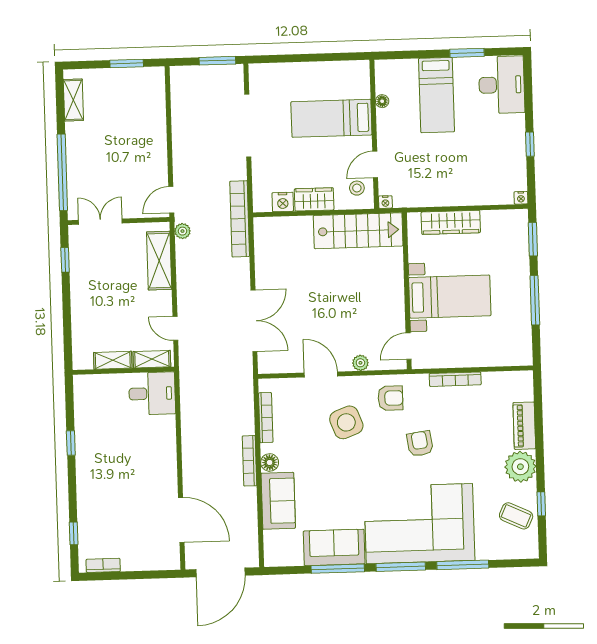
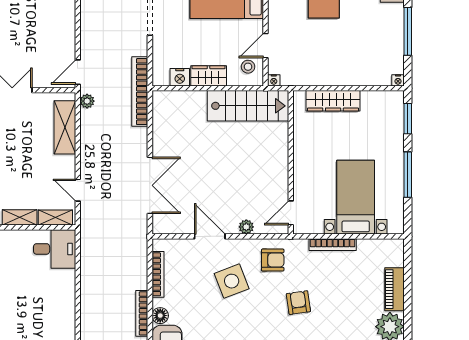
window: (530, 144) -> (408, 31), width x2.17
bed with nightstands: (450, 297) -> (356, 197), moved, turned -90

